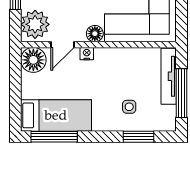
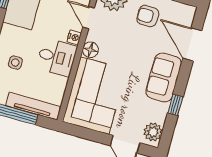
desk: (112, 66) -> (57, 57), added

